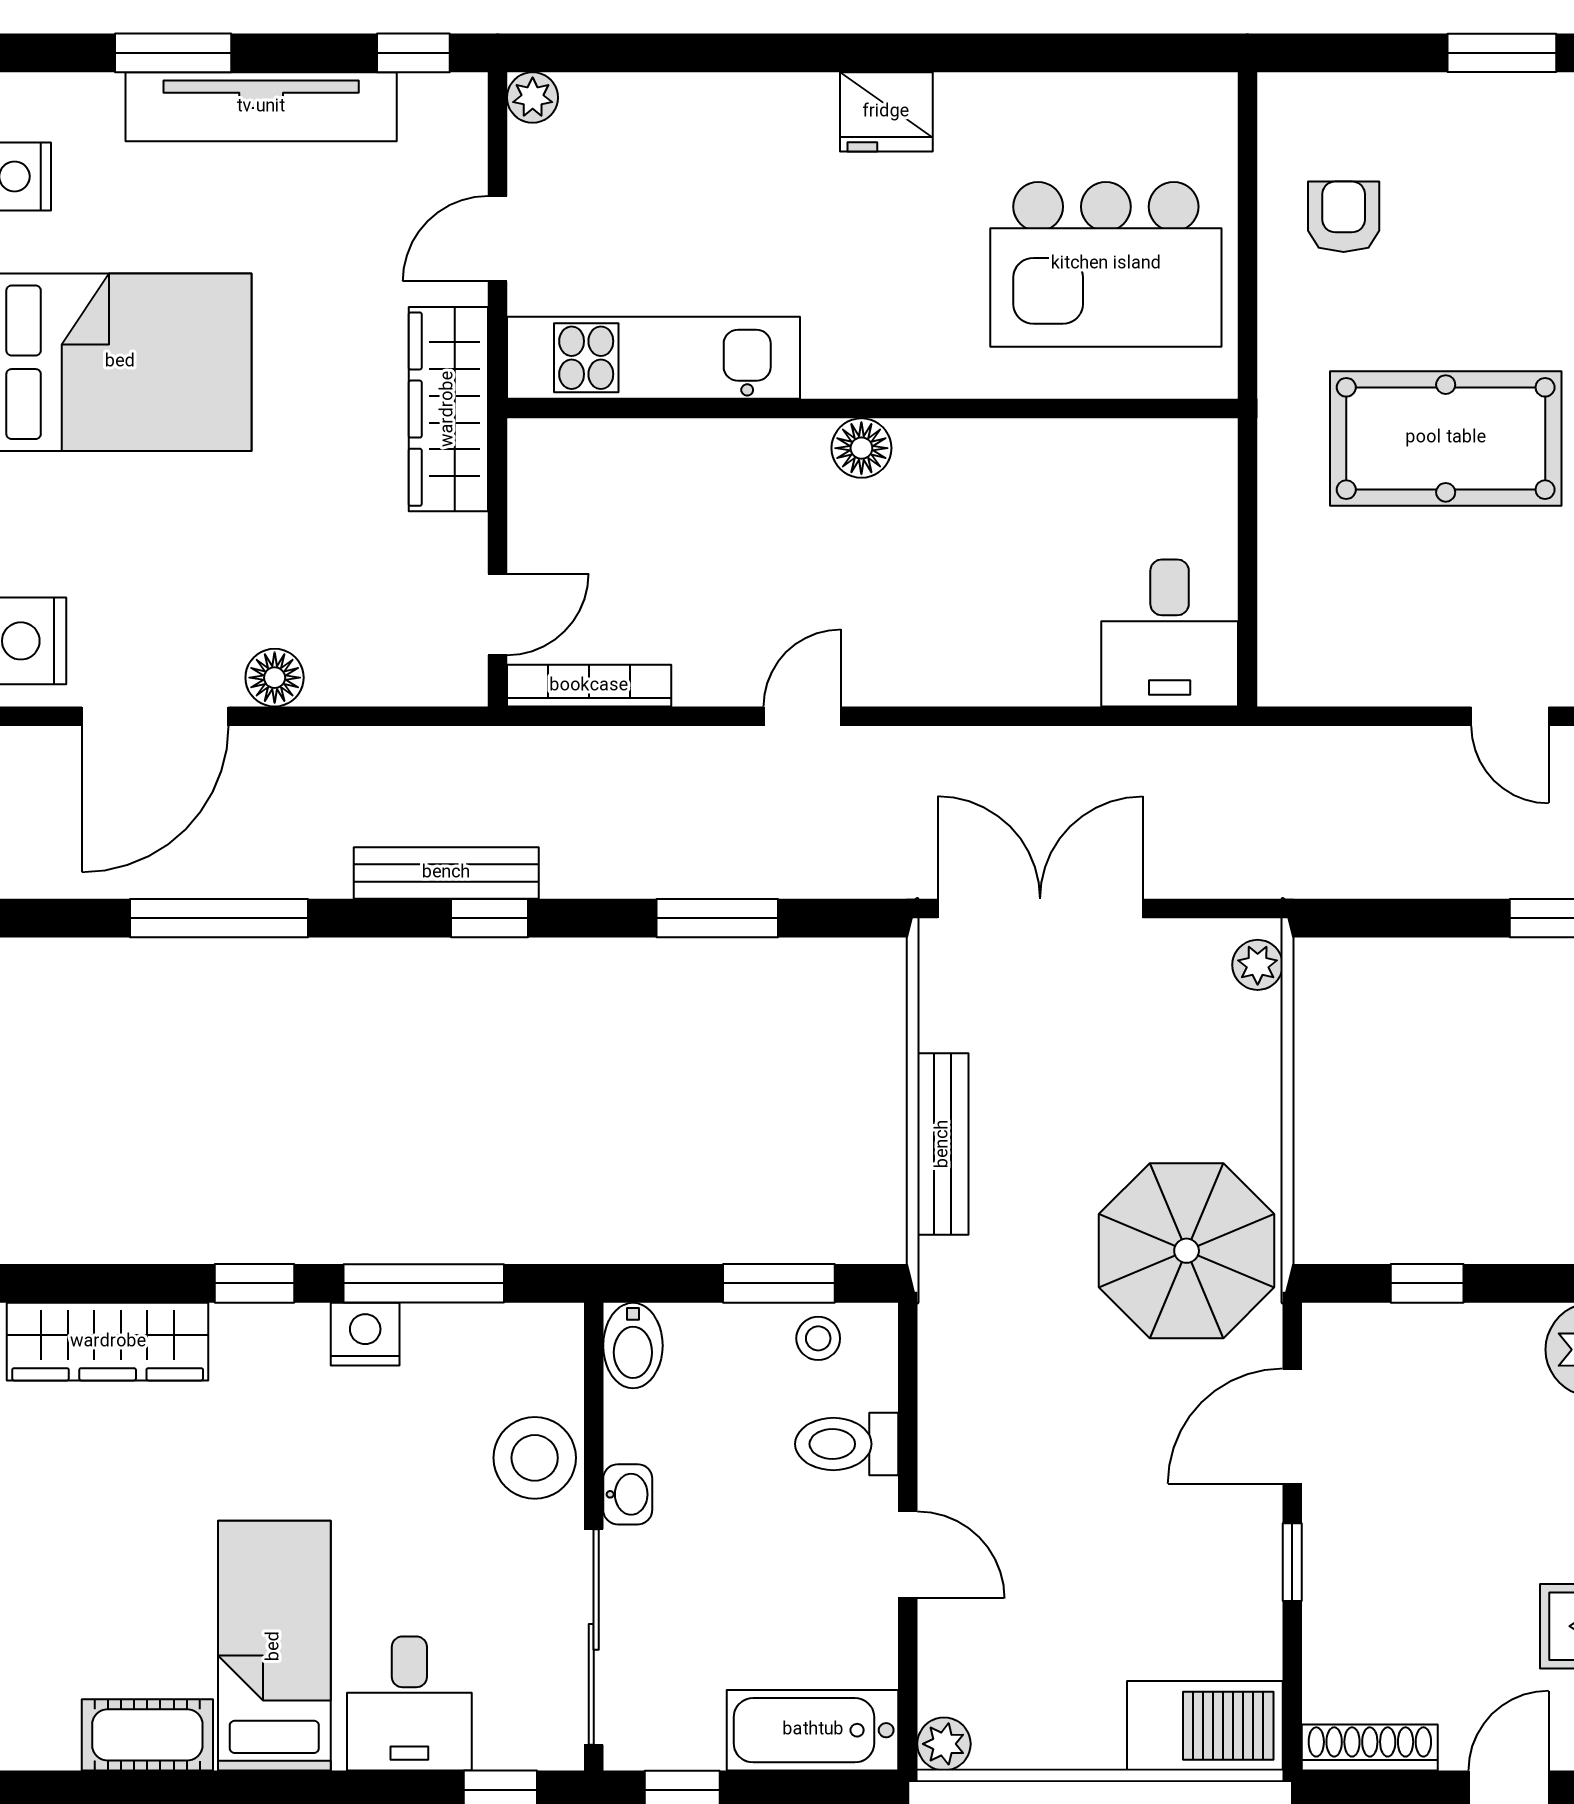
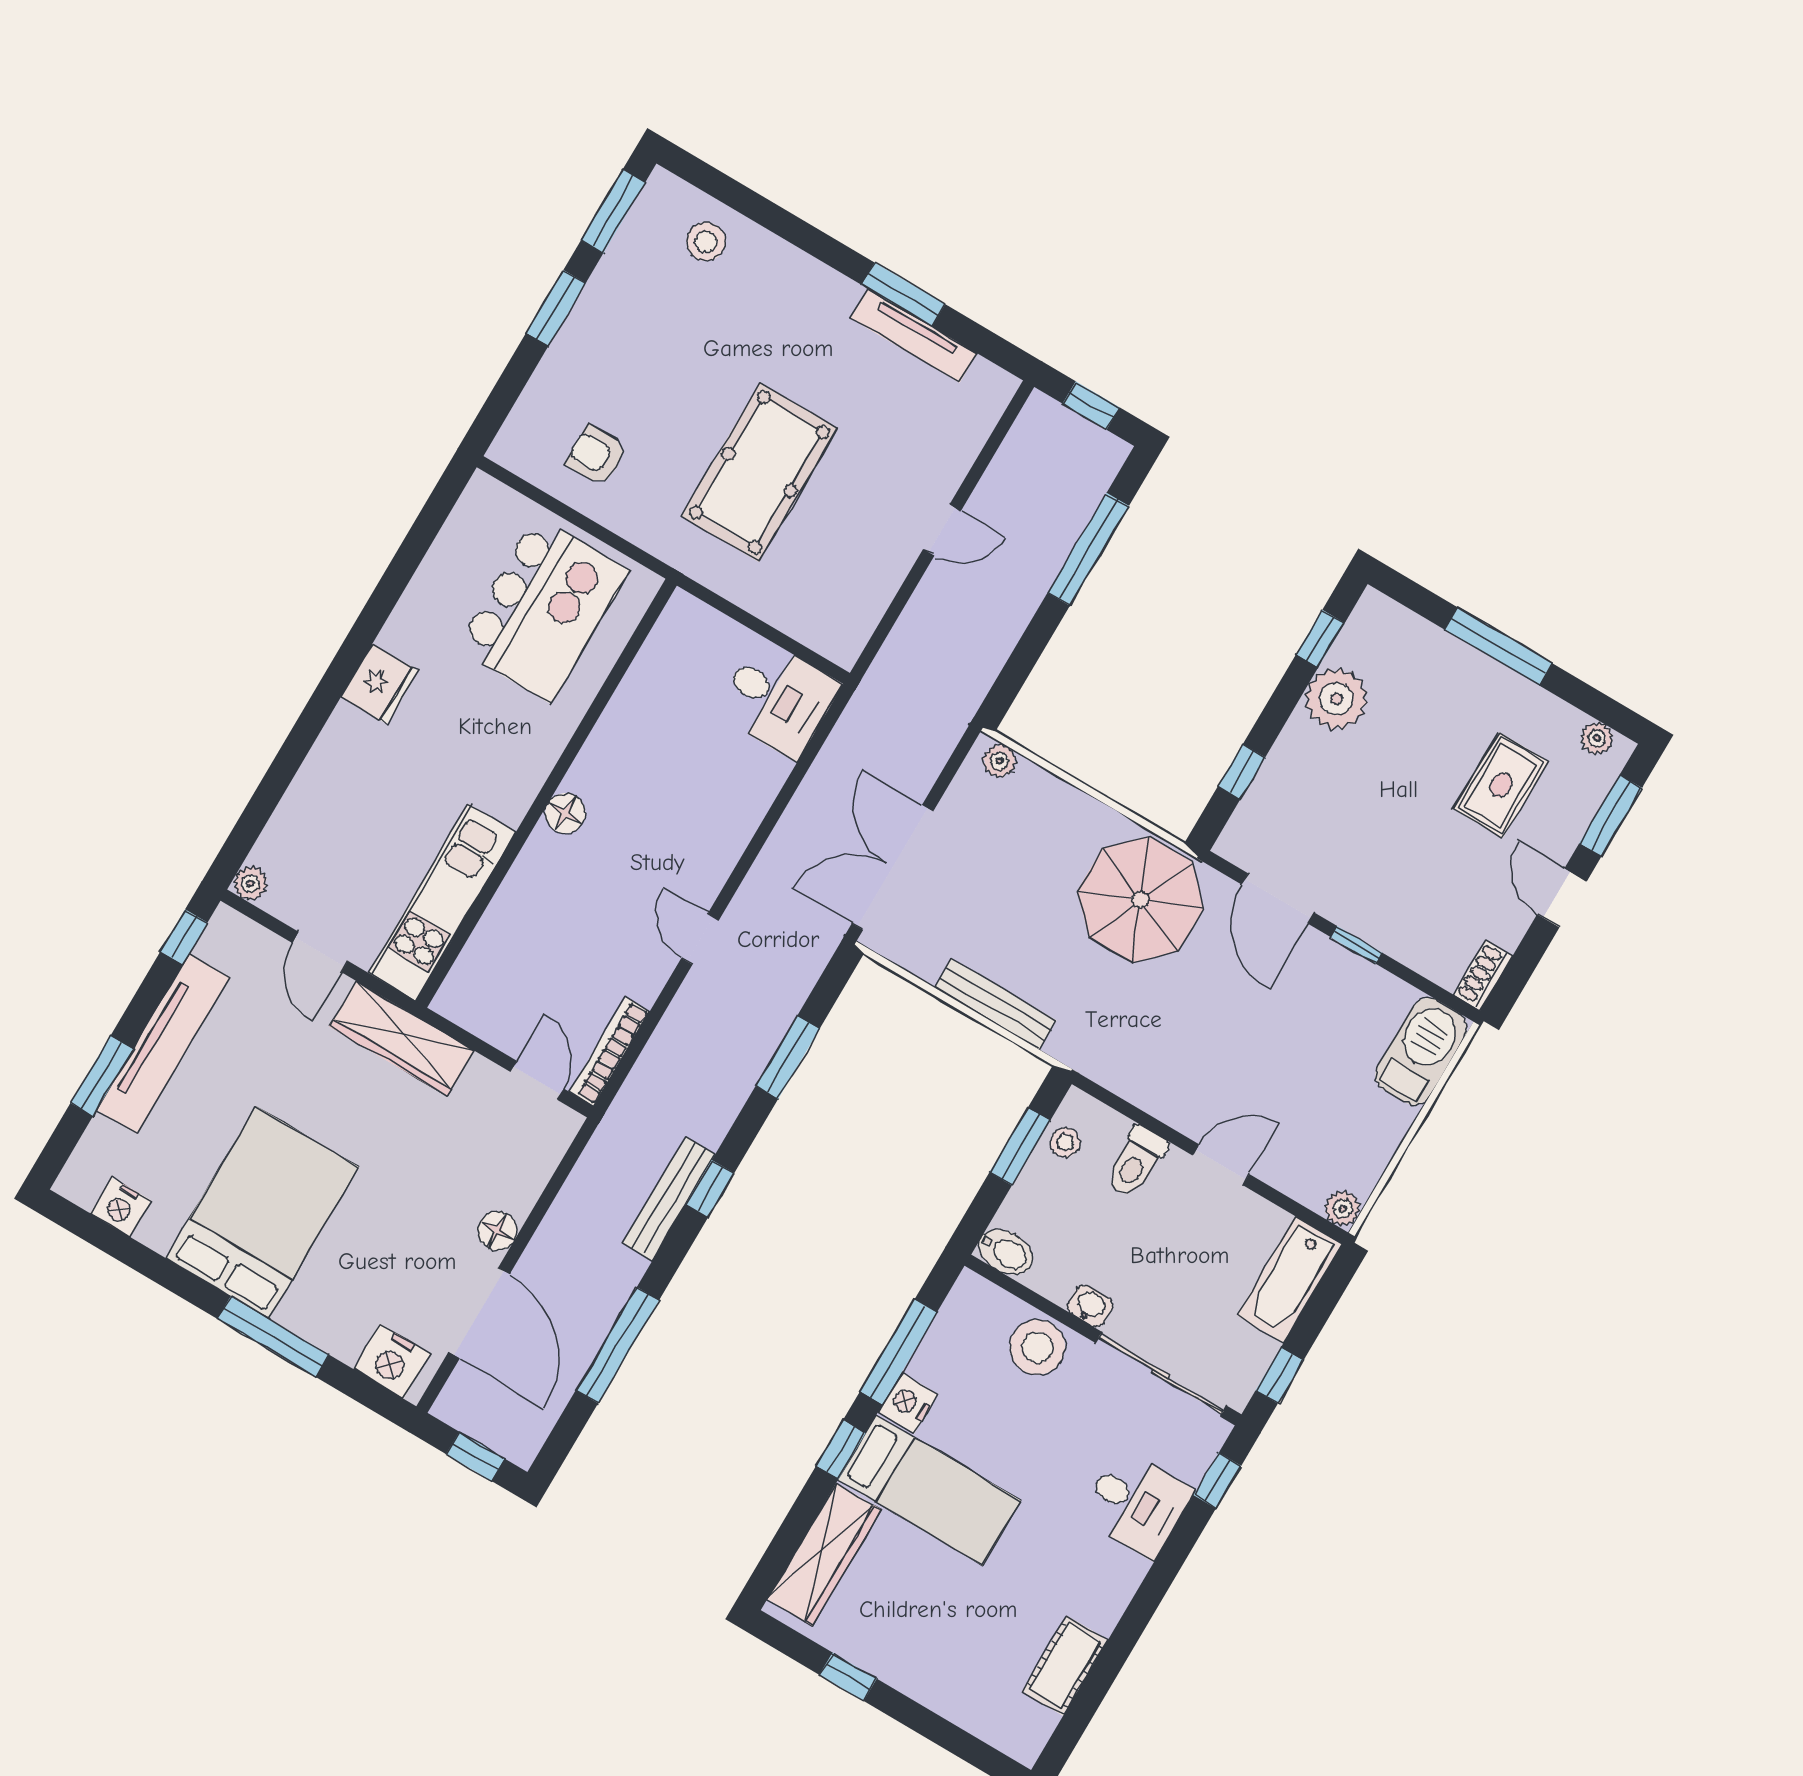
bed: (274, 1646) -> (929, 1490), moved, turned 180
shoe rack: (1370, 1747) -> (1483, 975), width x0.70

